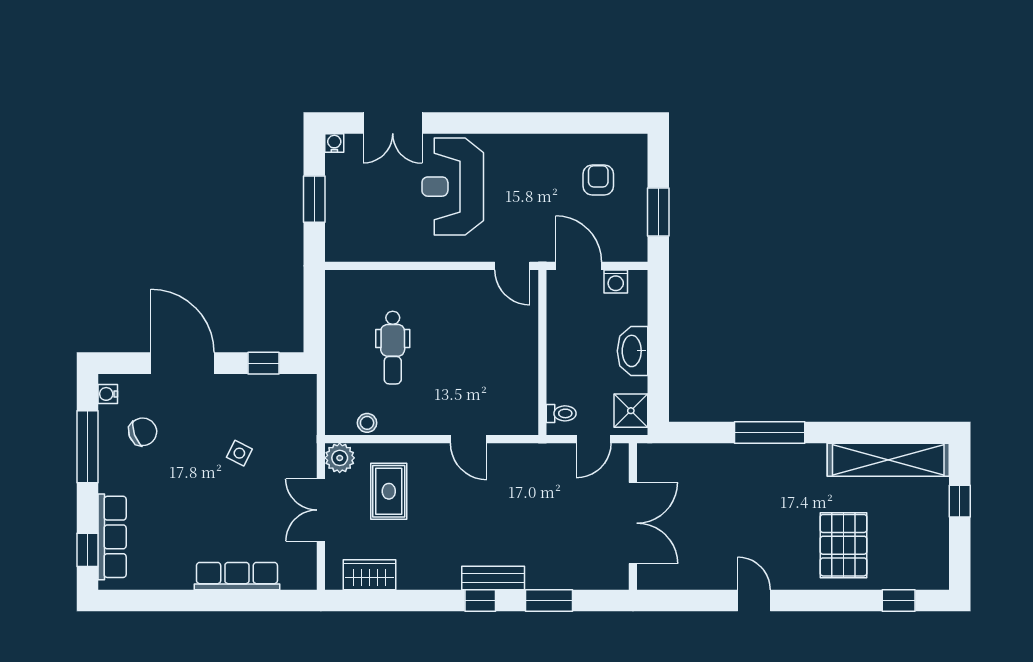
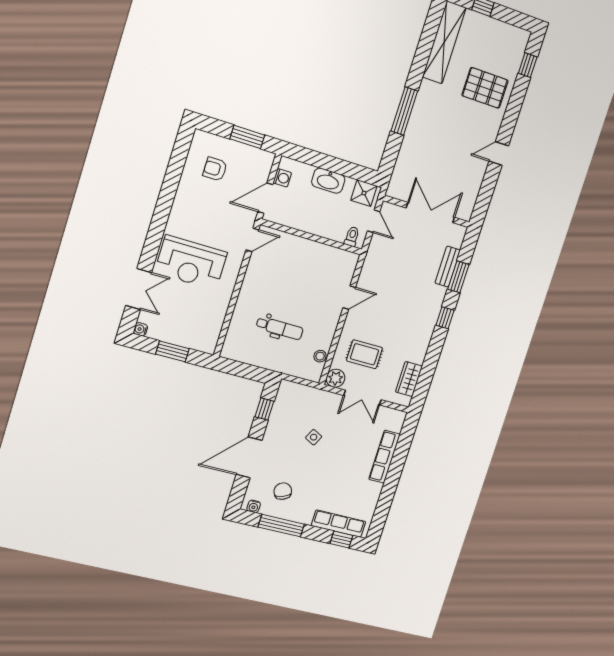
bench: (493, 578) -> (448, 267), moved

